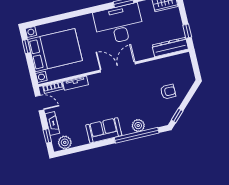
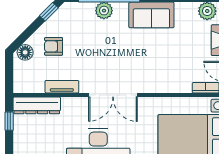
tv unit: (76, 83) -> (62, 87), moved
floor lamp: (187, 83) -> (25, 52), added

